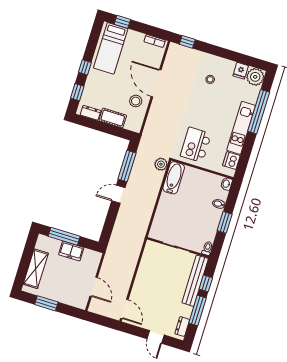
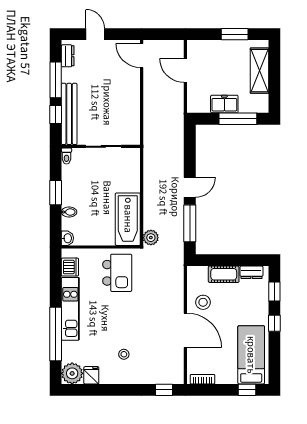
bathtub: (174, 178) -> (128, 219), width x1.36, depth x1.36

